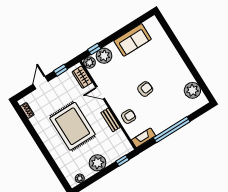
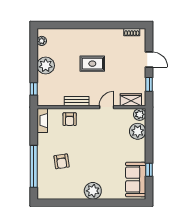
sofa: (133, 40) -> (136, 180), moved
window: (94, 49) -> (149, 170), moved
armchair: (145, 89) -> (62, 161), moved
plant: (192, 90) -> (93, 191), moved
rug: (72, 126) -> (92, 64), width x0.54, depth x0.49
window: (172, 130) -> (34, 166), moved

